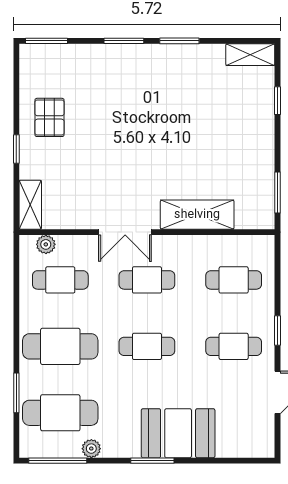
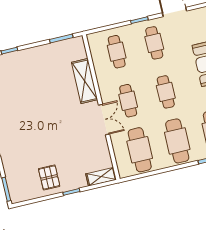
pallet: (50, 117) -> (49, 177), turned 90
plant: (46, 244) -> (121, 163), removed
cafe table: (60, 280) -> (140, 150), width x1.37, depth x1.35

